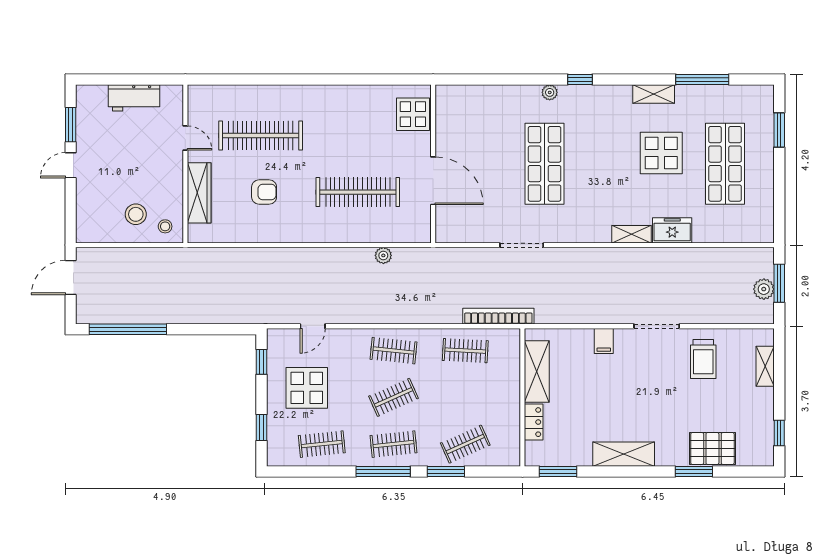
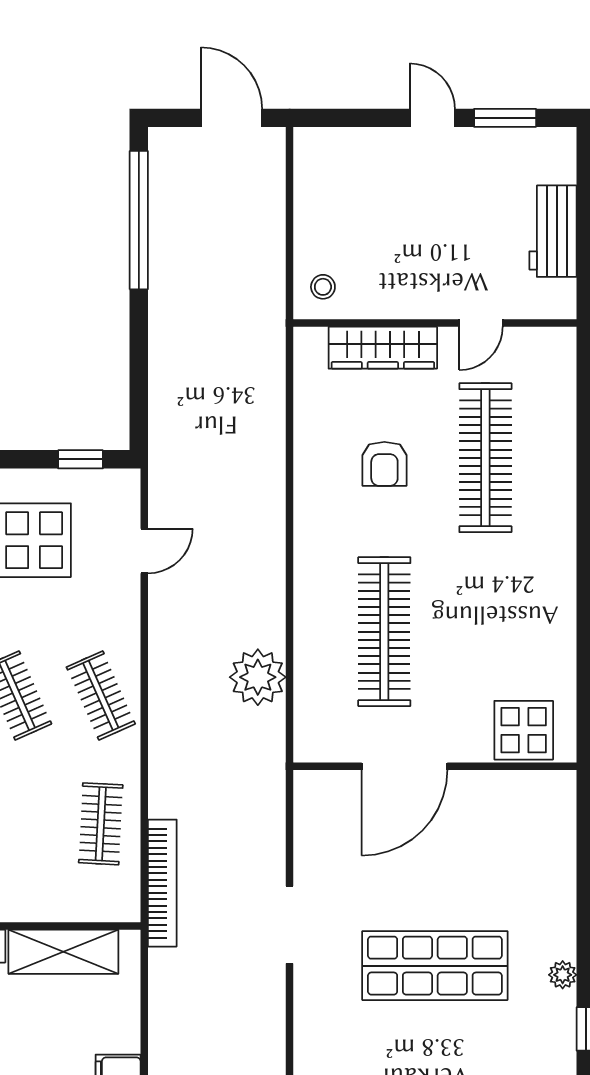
stool: (136, 214) -> (345, 234), removed
plant: (383, 255) -> (258, 677), width x1.87, depth x1.87
door: (313, 326) -> (144, 551), swing flipped
clothes rail: (394, 351) -> (101, 695), turned -30

